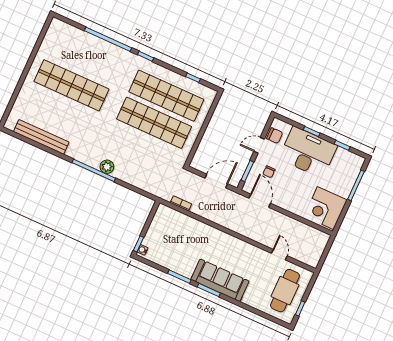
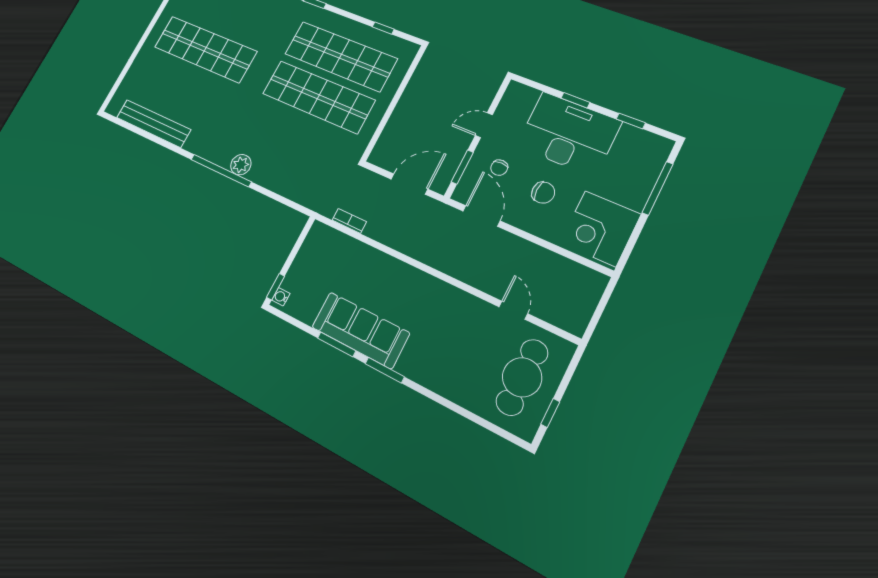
chair: (275, 136) -> (543, 193), moved
sofa: (220, 280) -> (360, 330), moved

